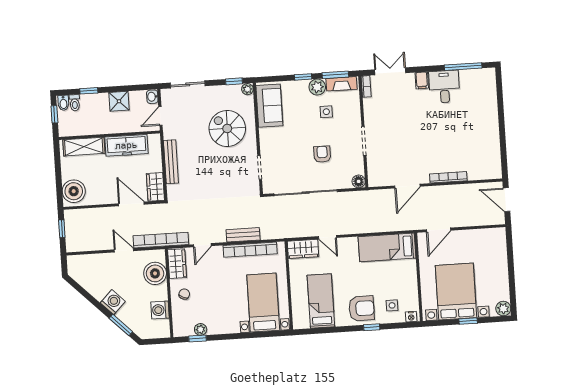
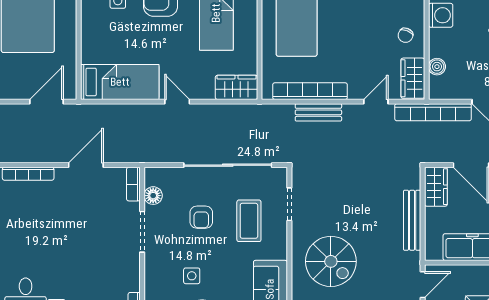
coffee table: (288, 154) -> (249, 221), added
bookcase: (372, 175) -> (133, 184), added
floor lamp: (359, 181) -> (153, 196), moved
door: (327, 237) -> (177, 102), moved
boiler: (155, 273) -> (437, 67), width x0.54, depth x0.54

